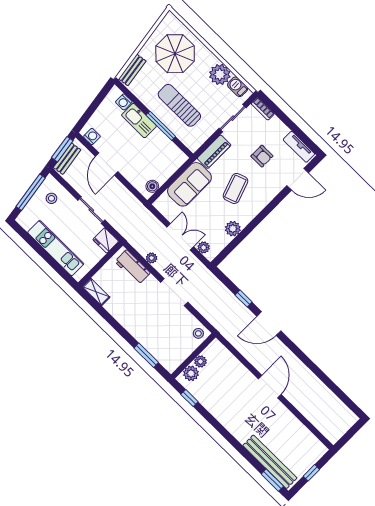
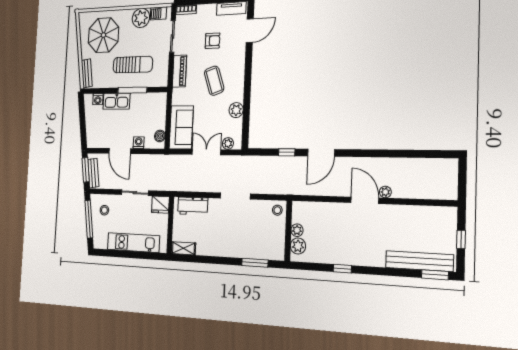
sun lounger: (179, 105) -> (133, 65), turned 180
washing machine: (92, 137) -> (139, 143), moved
sofa: (189, 184) -> (181, 127), moved
plant: (152, 258) -> (385, 192), moved
window: (189, 398) -> (342, 269), moved

